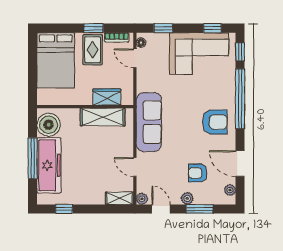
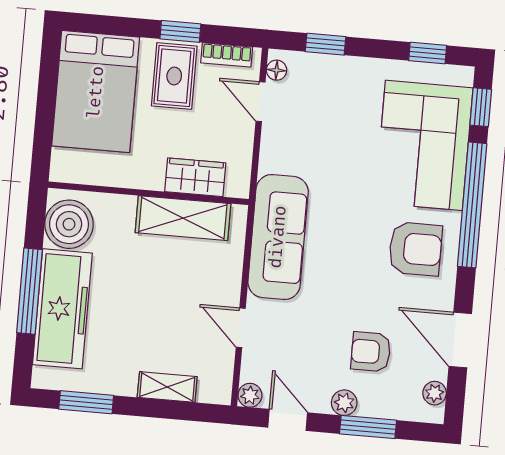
corner sofa: (199, 54) -> (424, 145), moved, turned 90
shelving: (119, 198) -> (167, 387), moved
window: (64, 209) -> (86, 402), width x1.50

